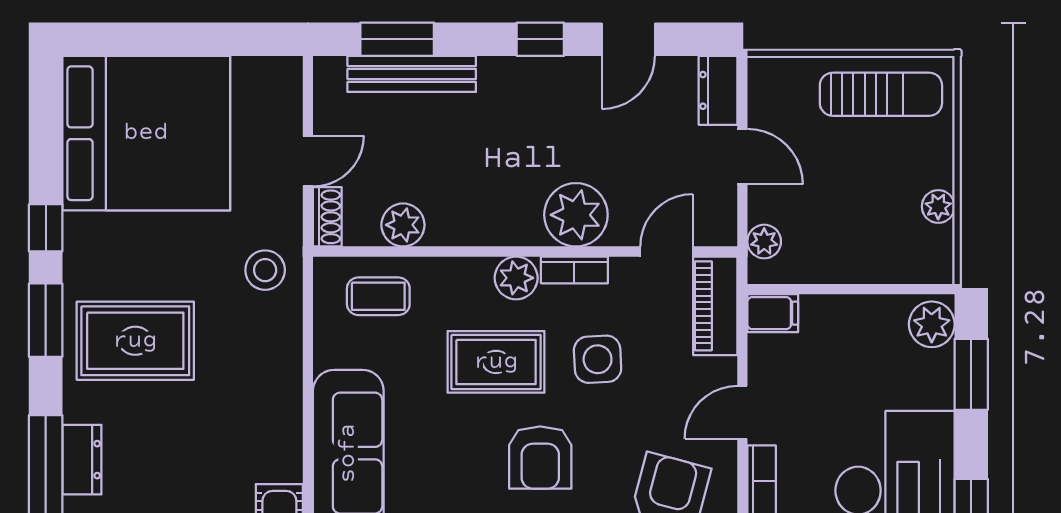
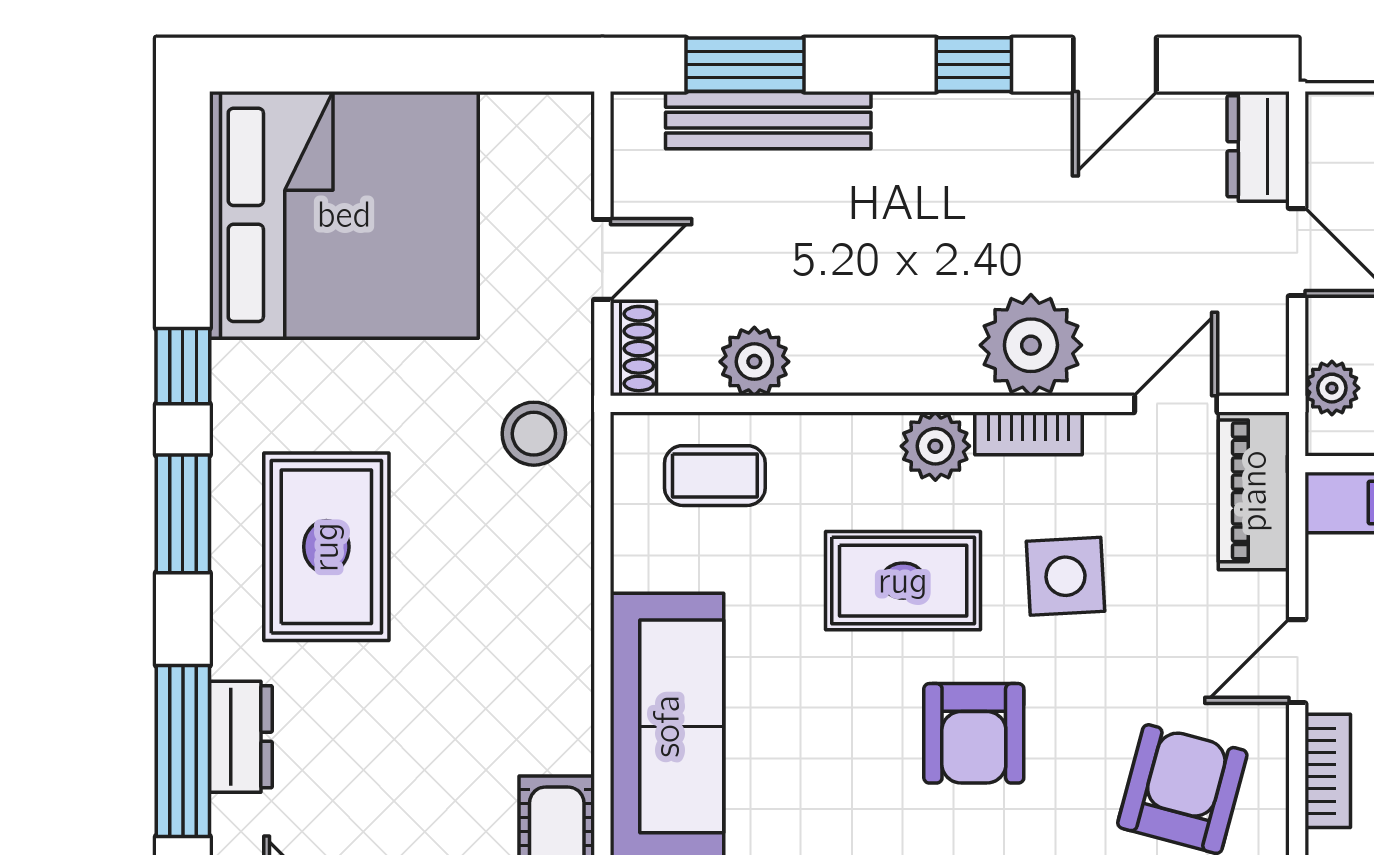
rug: (135, 341) -> (326, 547), turned 90

